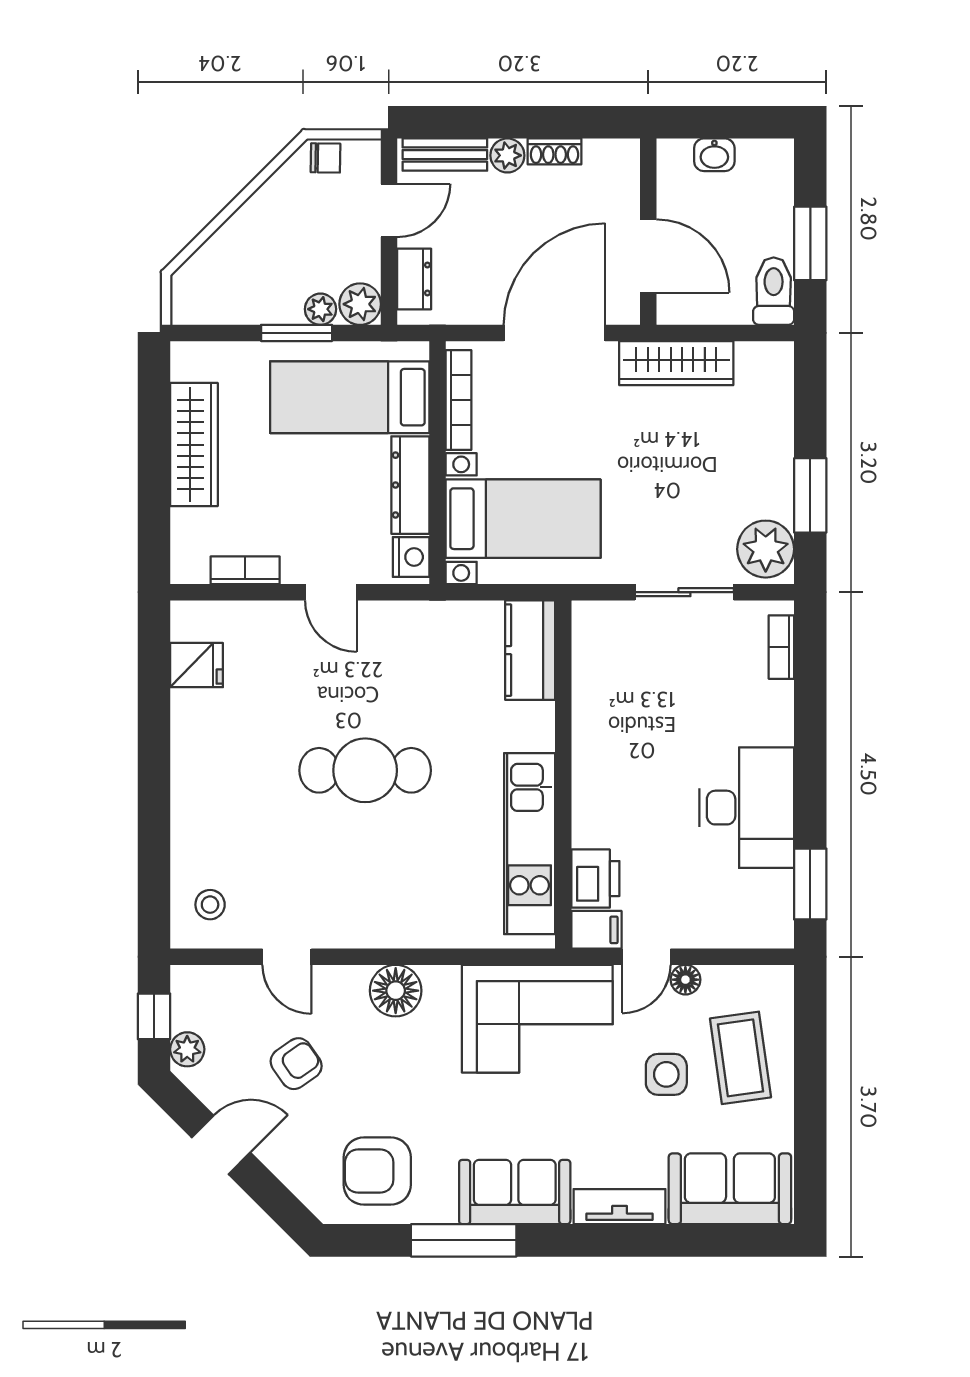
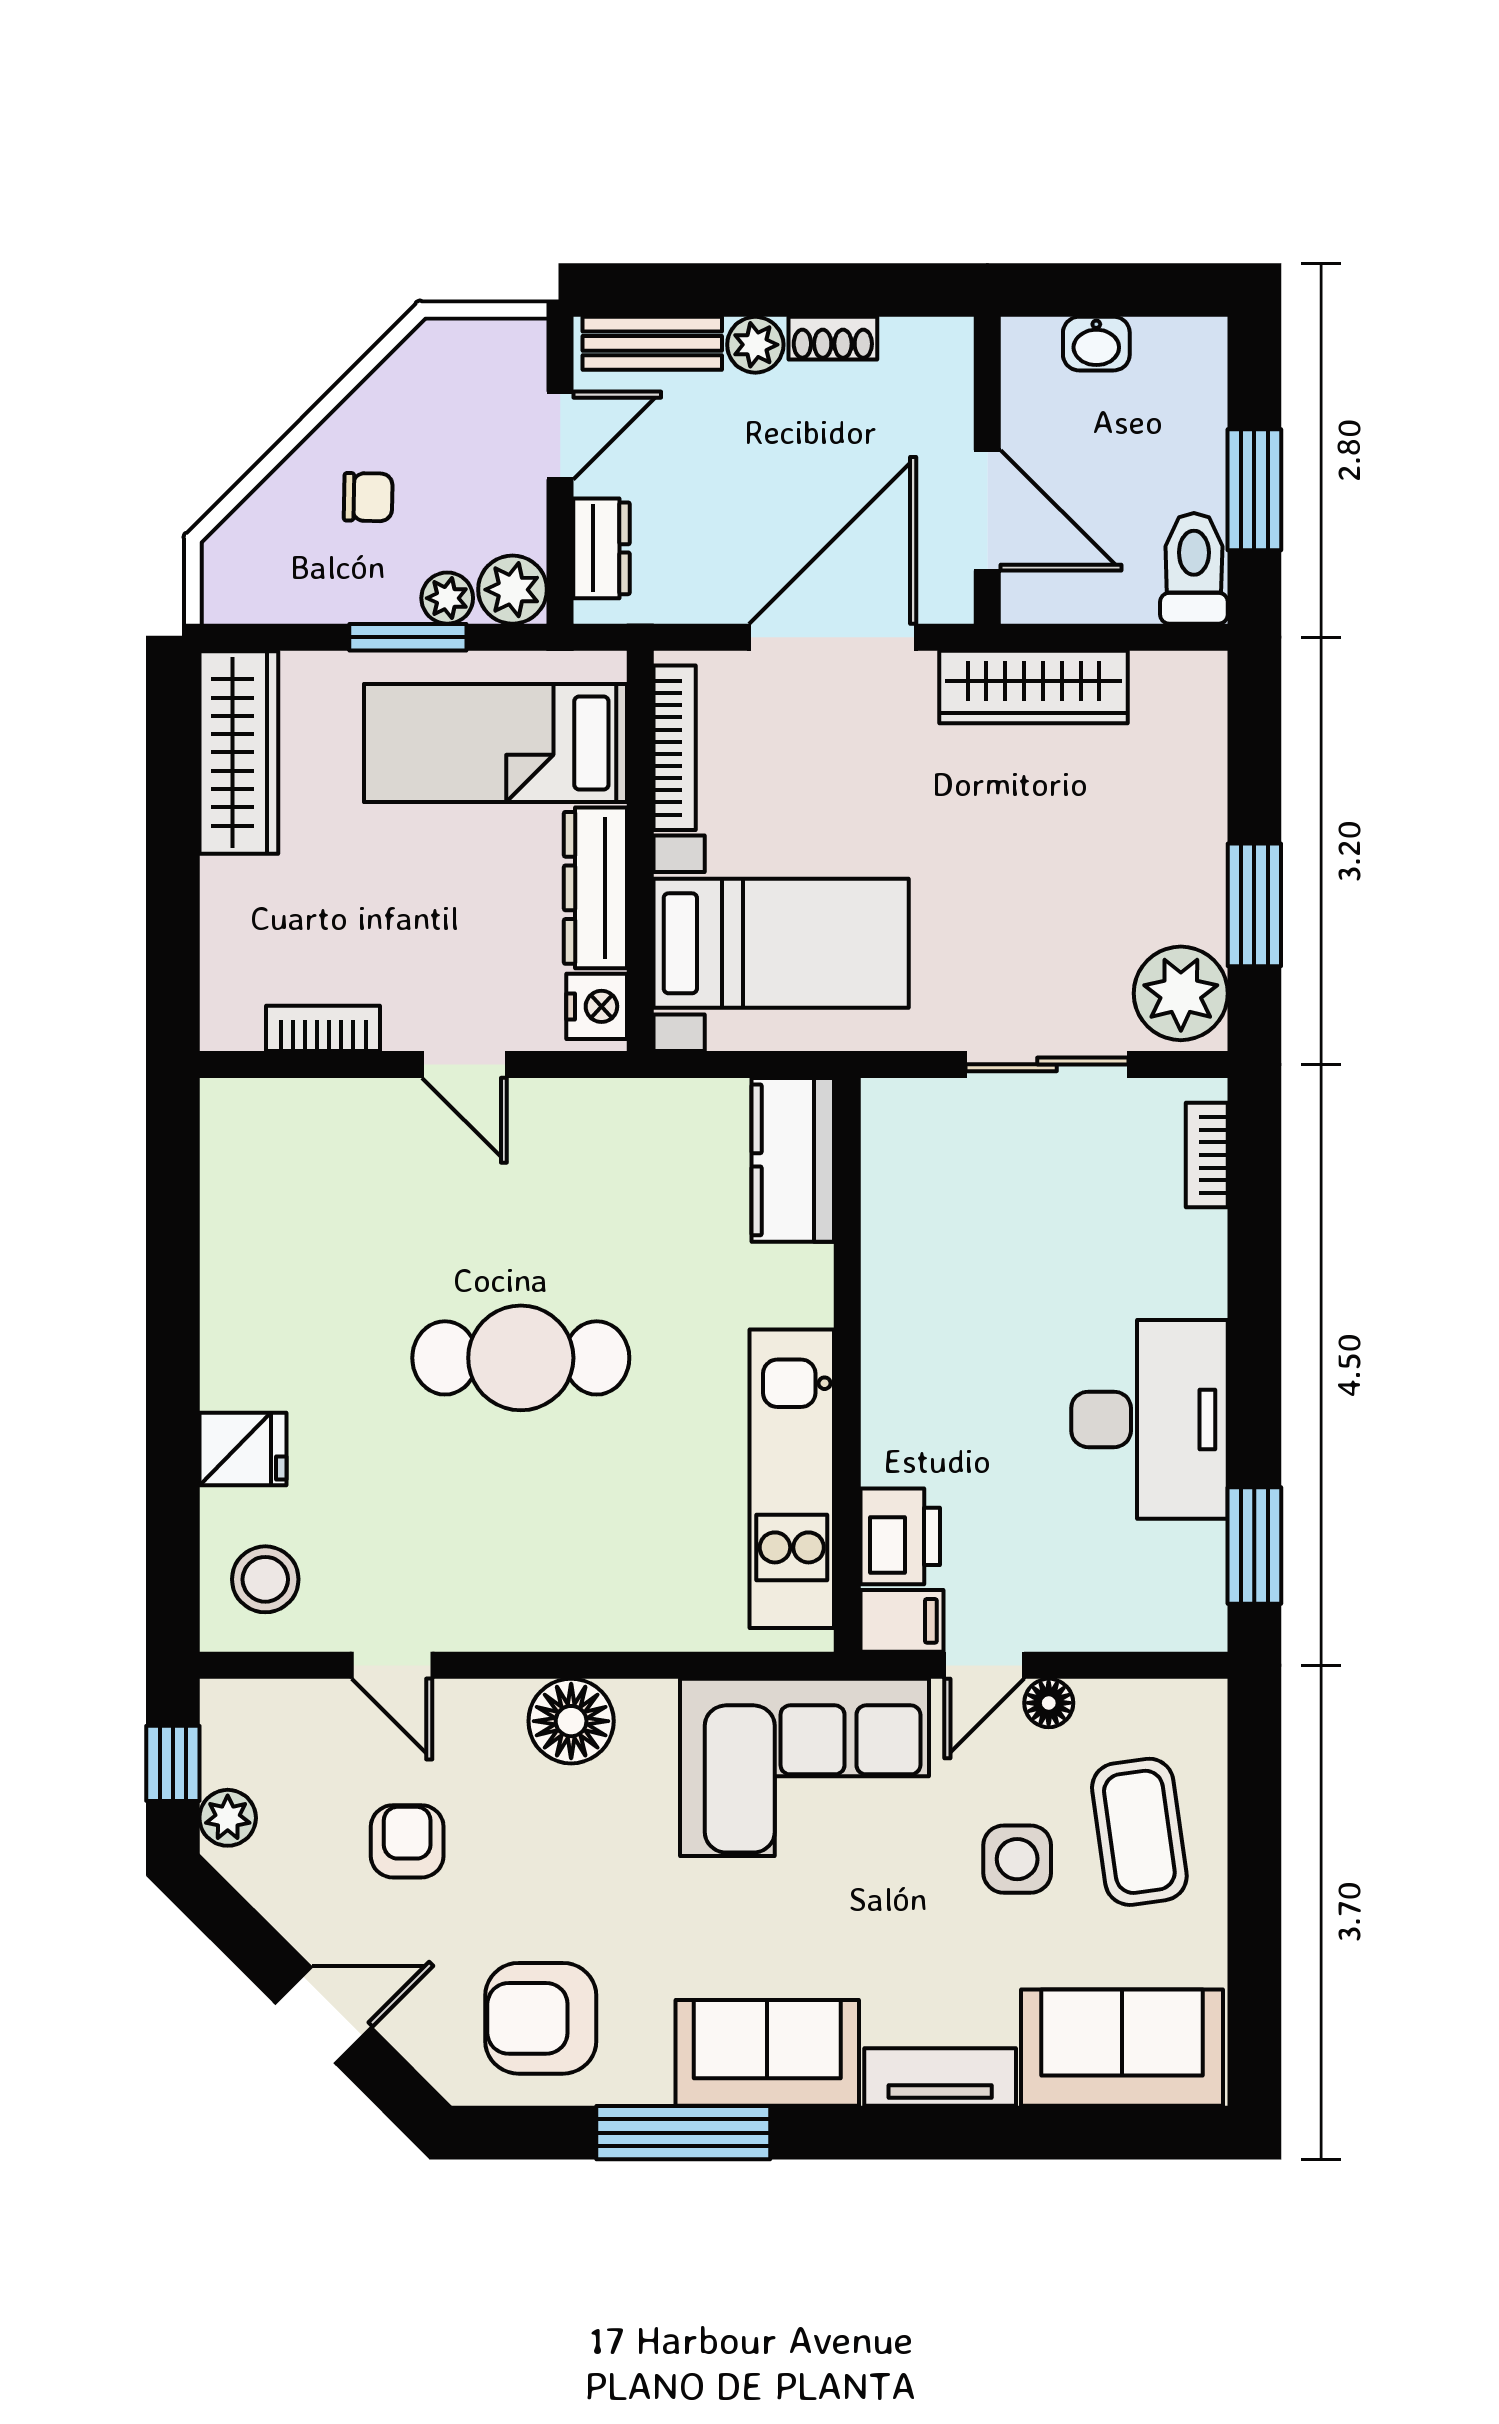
chair: (326, 158) -> (368, 497), moved
wardrobe: (194, 445) -> (239, 752), moved
fridge: (197, 665) -> (243, 1449), moved
stool: (210, 905) -> (265, 1579), width x1.37, depth x1.37
armchair: (296, 1064) -> (407, 1841), turned -55
door: (221, 1145) -> (323, 2015), moved

